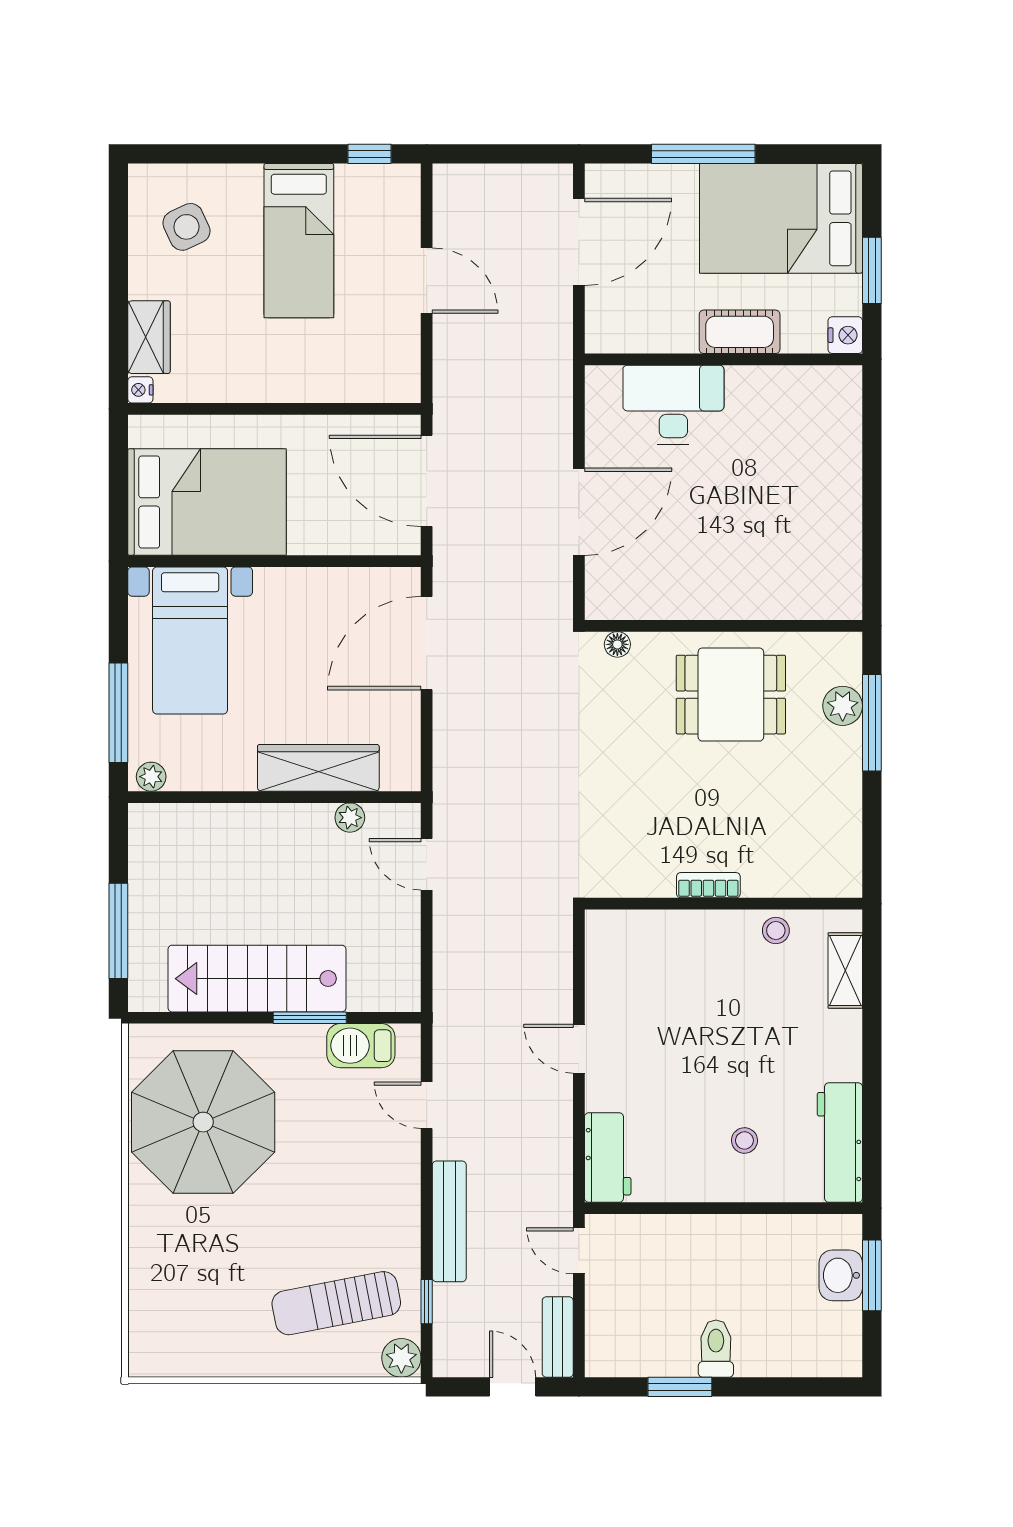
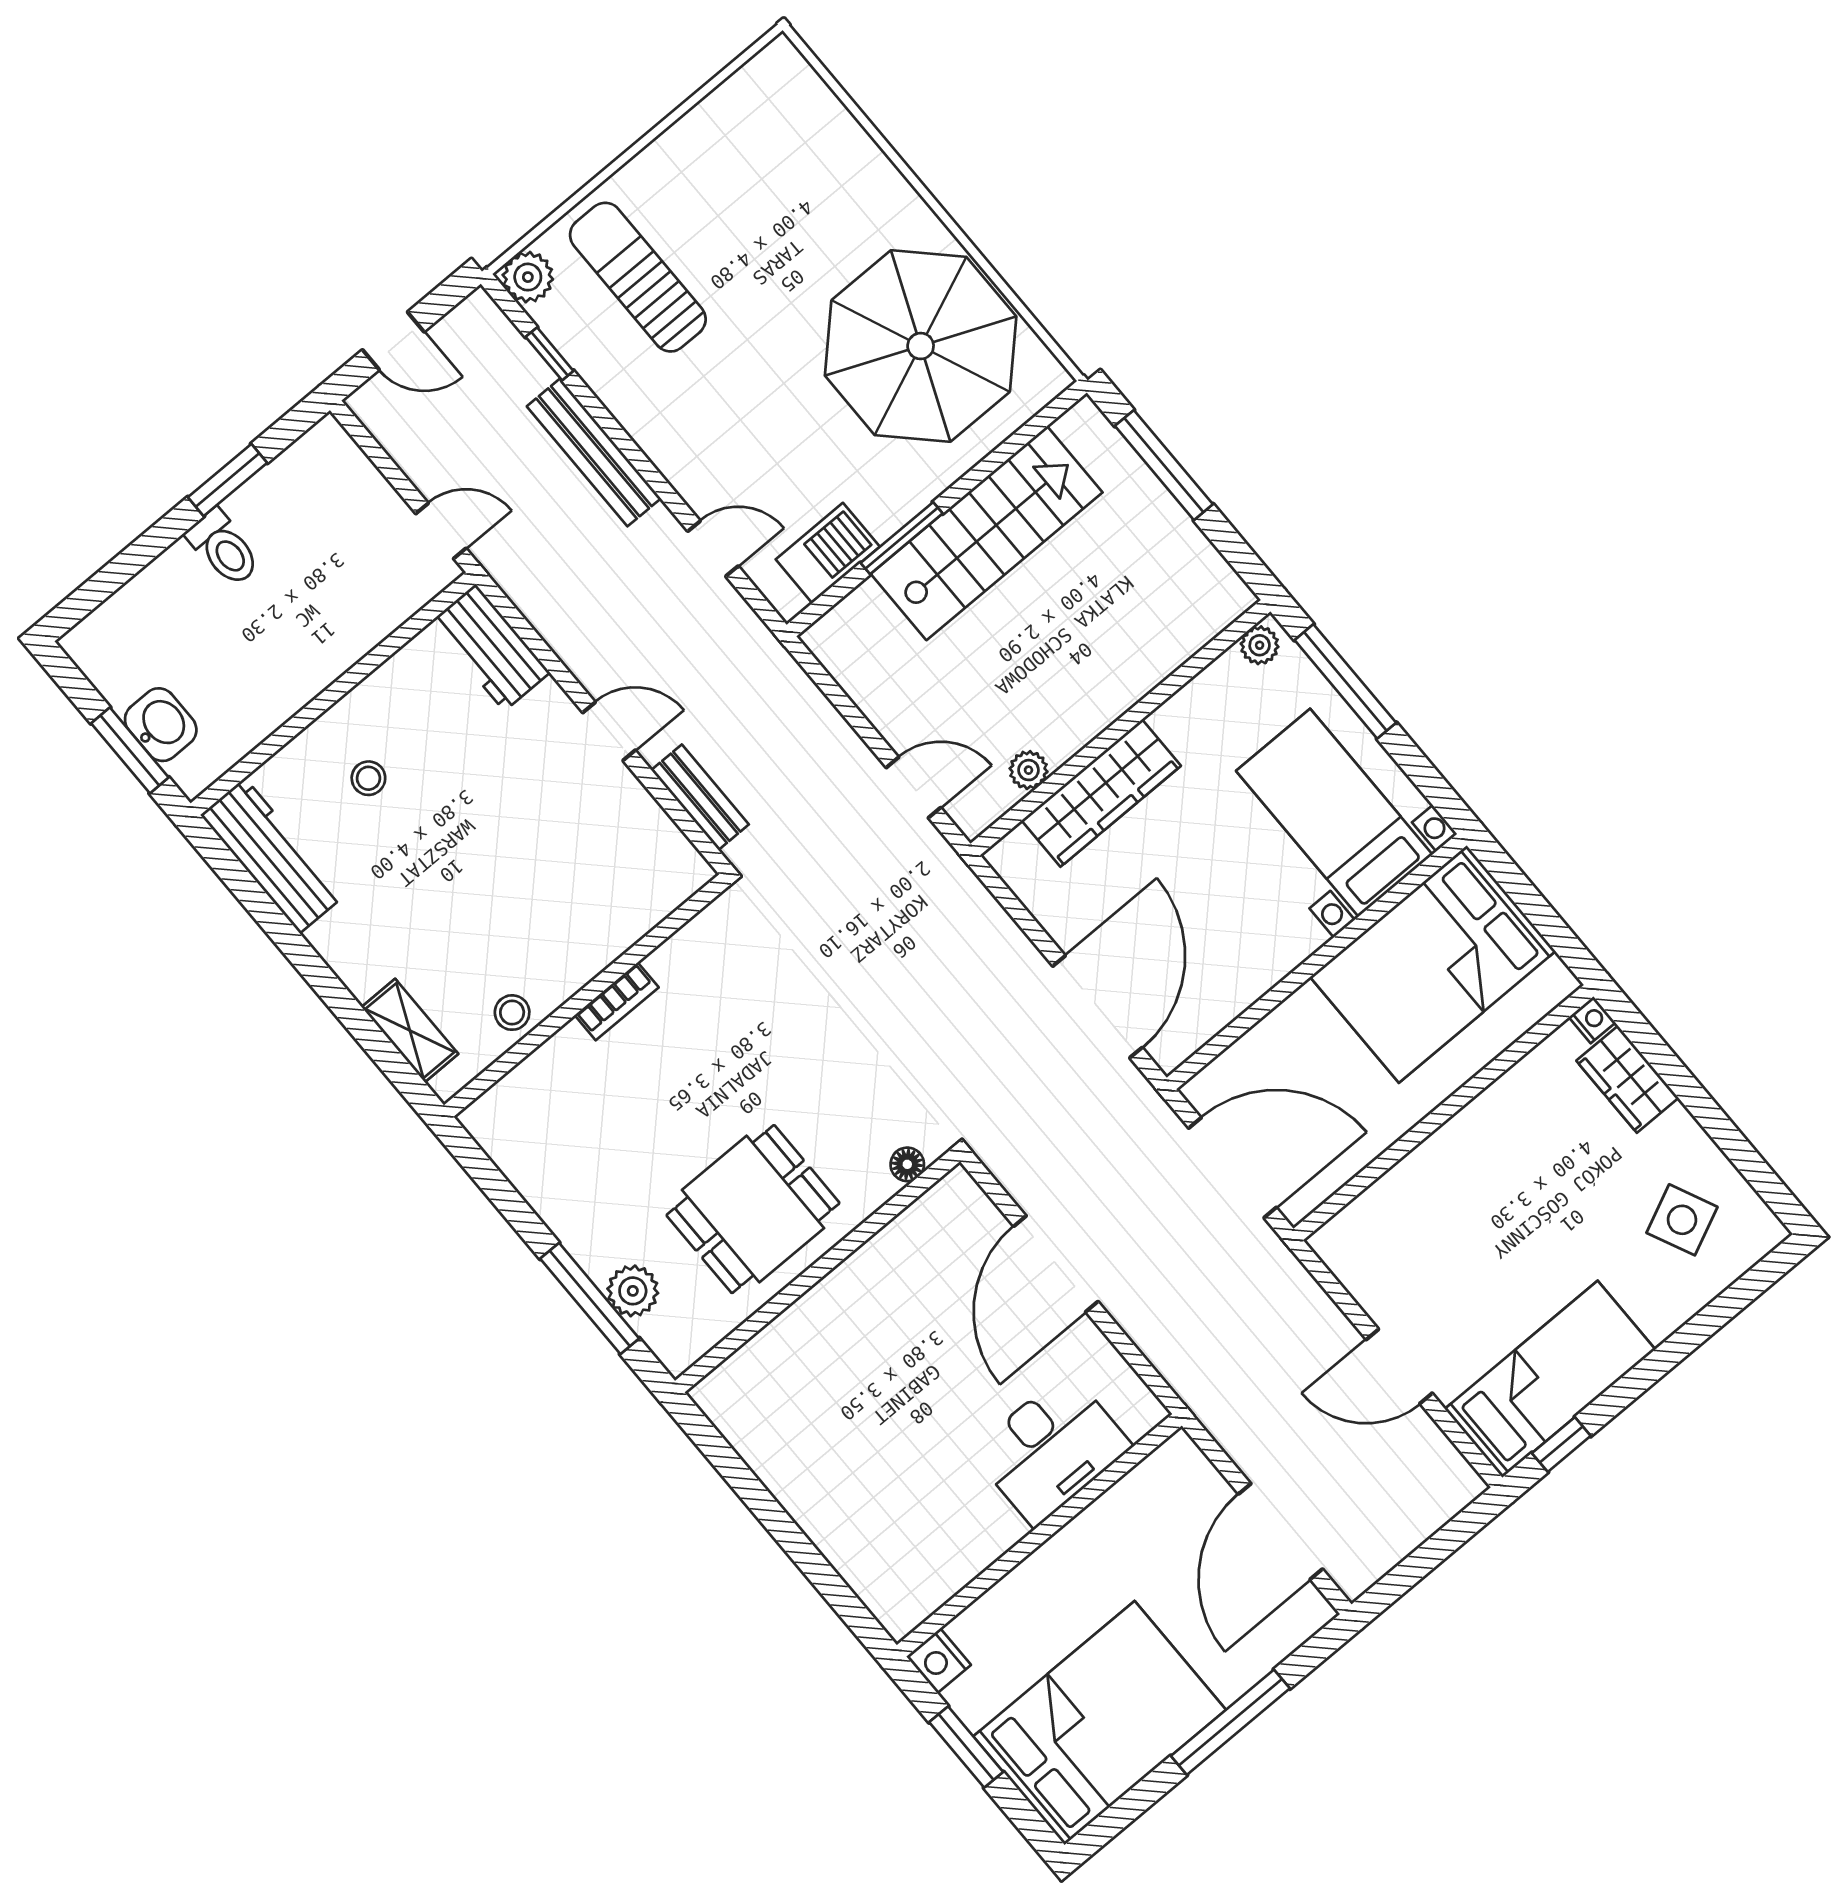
bed: (299, 241) -> (1550, 1379), moved, turned 90
cot: (740, 332) -> (1046, 1576), removed
sun lounger: (336, 1303) -> (638, 277), turned -79
bench: (558, 1337) -> (700, 797), moved

